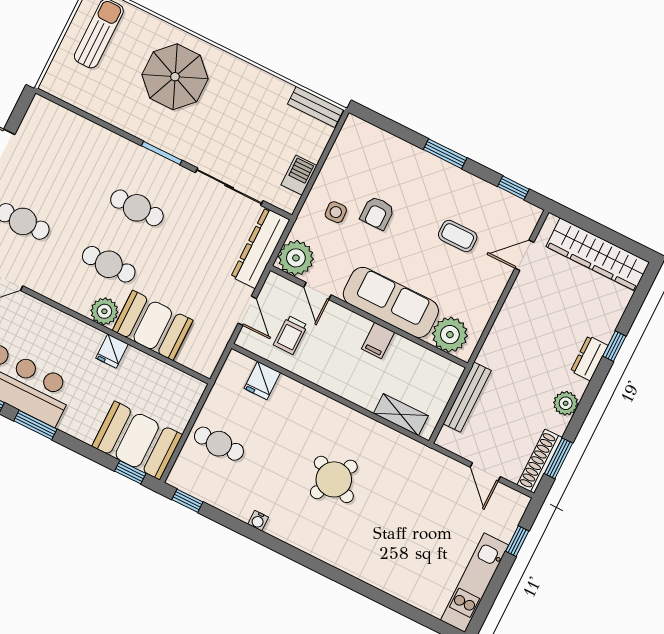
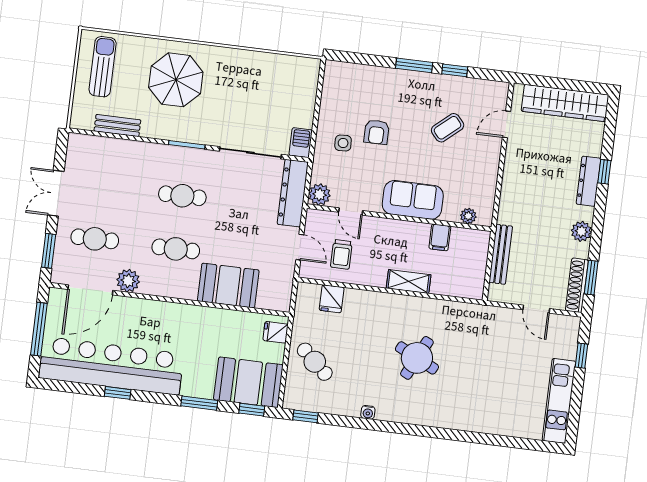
bench: (315, 107) -> (117, 125), moved
barbecue: (299, 175) -> (301, 143), moved
window: (513, 188) -> (455, 70), moved
coffee table: (458, 236) -> (448, 128), turned -41
plant: (296, 258) -> (320, 194), width x0.73, depth x0.73
sofa: (391, 302) -> (413, 200), width x0.73
plant: (104, 311) -> (128, 281), moved
plant: (450, 335) -> (468, 216), width x0.53, depth x0.53
filing cabinet: (378, 341) -> (440, 237), moved
fridge: (112, 351) -> (276, 332), moved, turned 90
dresser: (589, 358) -> (589, 181), width x1.44
shelving: (401, 415) -> (409, 282), moved
window: (35, 425) -> (199, 403), moved
cafe table: (219, 444) -> (315, 362), turned 42

